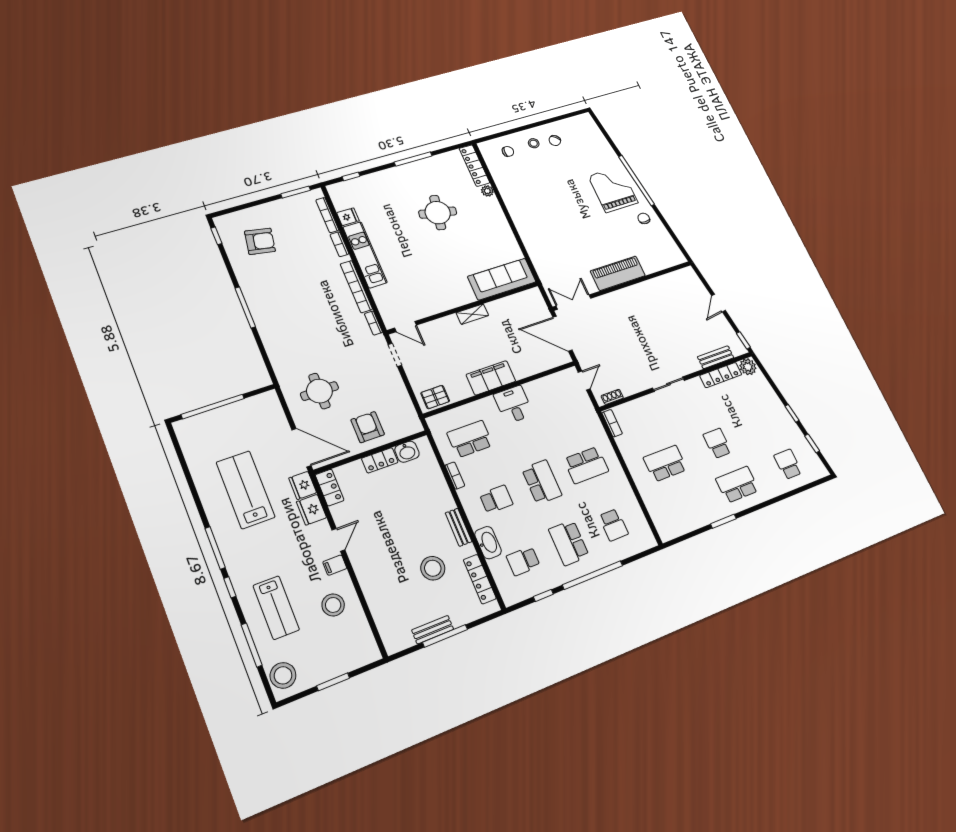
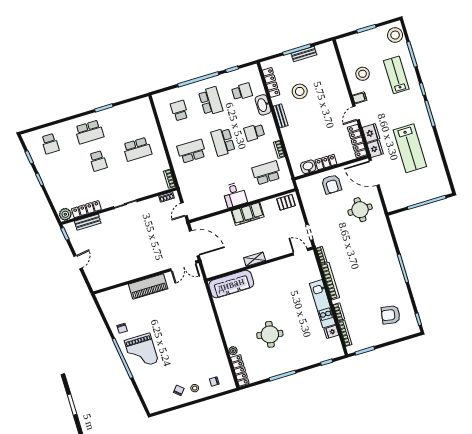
school desk: (470, 439) -> (266, 173), turned 180
locker: (330, 488) -> (357, 141), width x1.53

